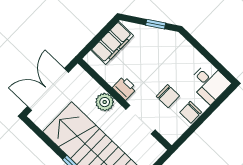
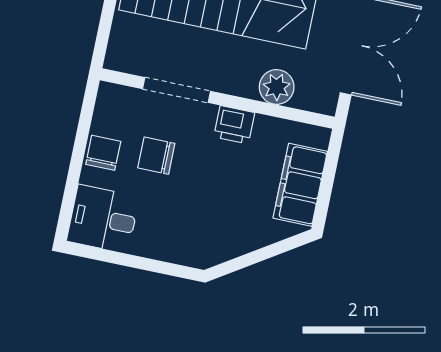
window: (156, 24) -> (249, 259), removed
plant: (105, 102) -> (277, 87), moved

